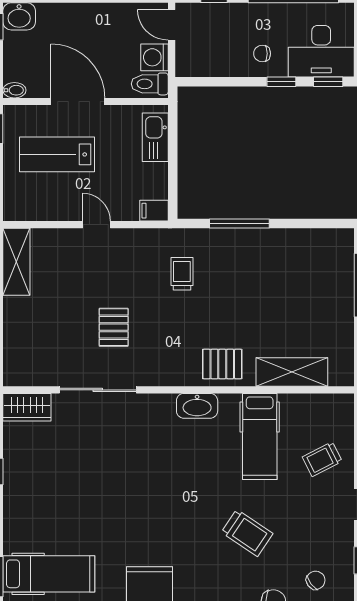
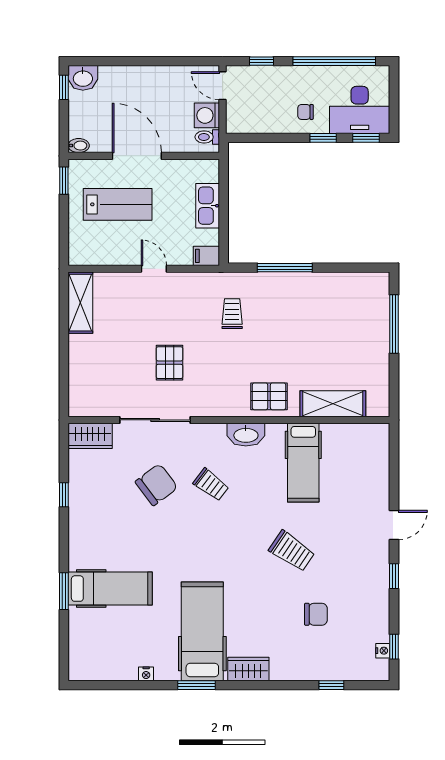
toilet: (150, 84) -> (207, 137), width x0.73, depth x0.72
kitchen sink: (155, 137) -> (208, 206), moved
lab bench: (57, 154) -> (118, 204), turned 180
trolley: (322, 459) -> (211, 485), moved, turned -116
chair: (316, 580) -> (156, 485), moved, width x1.87, depth x1.87

